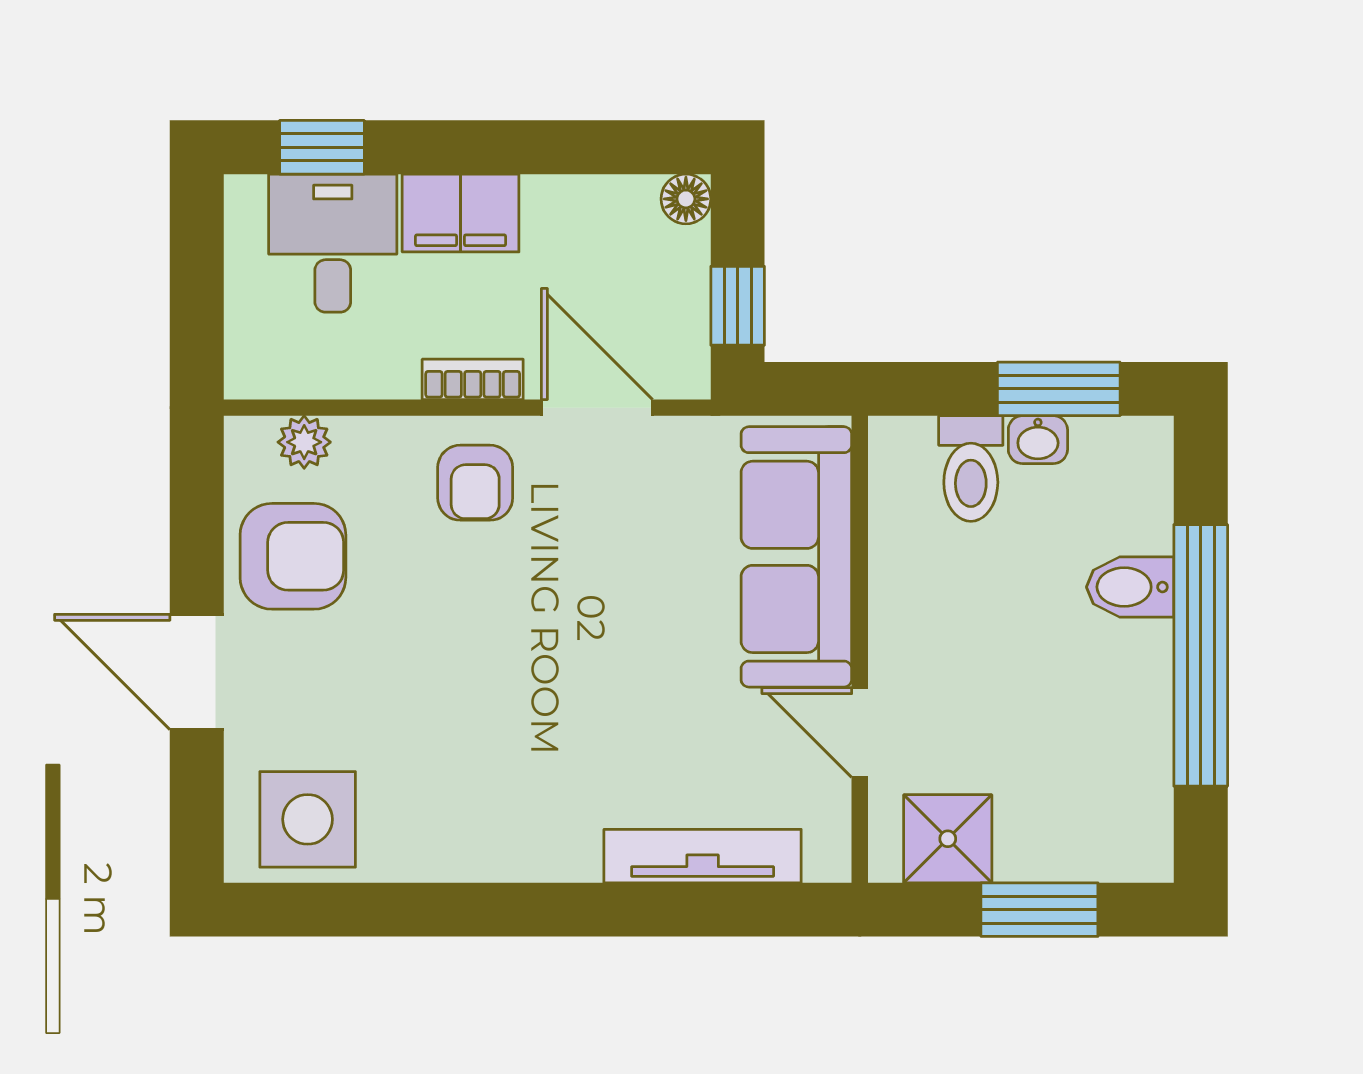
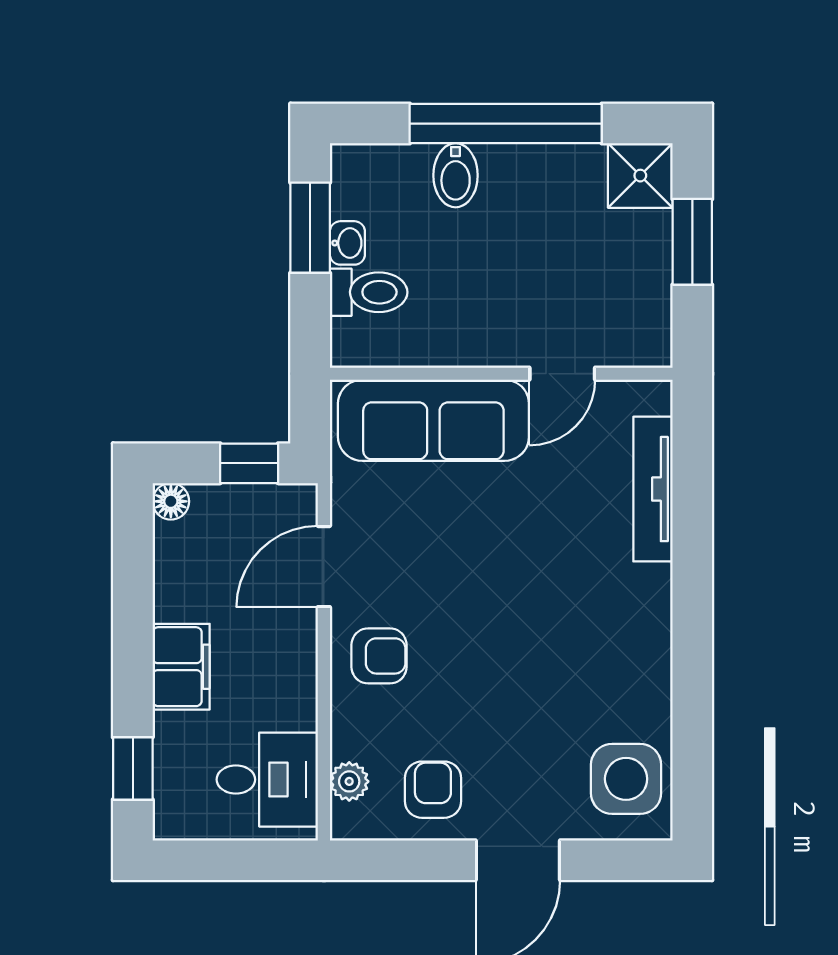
desk: (333, 243) -> (267, 780), moved, turned 180
bookcase: (473, 379) -> (303, 658), removed
armchair: (293, 556) -> (433, 790), width x0.72, depth x0.72
shower: (948, 839) -> (640, 176), moved

